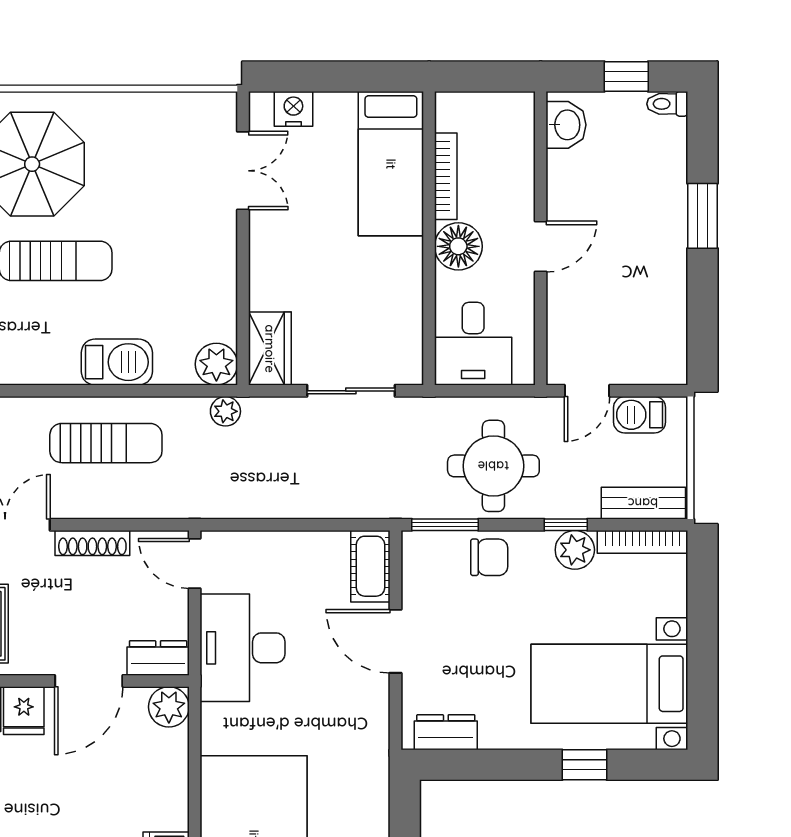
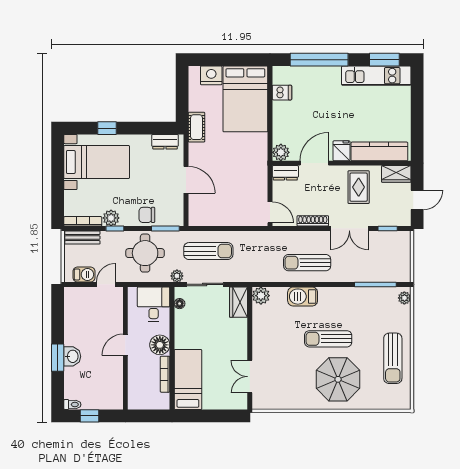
nightstand: (293, 109) -> (229, 402), removed
washbasin: (566, 125) -> (72, 356), moved, turned 180
floor lamp: (411, 345) -> (180, 304), added
plant: (225, 411) -> (177, 276), moved
sun lounger: (342, 471) -> (208, 251), added
cot: (370, 566) -> (197, 127), moved
desk: (243, 648) -> (250, 177), removed

